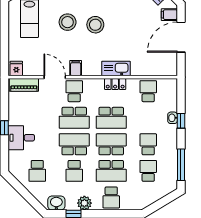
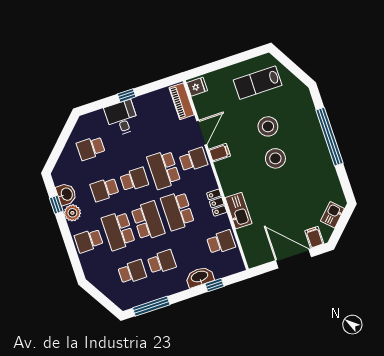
kitchen sink: (116, 68) -> (239, 211), moved
washbasin: (173, 118) -> (200, 277), width x1.91, depth x1.45
window: (181, 121) -> (215, 285), moved
school desk: (74, 144) -> (134, 179), width x0.54
washbasin: (56, 203) -> (66, 194), moved

